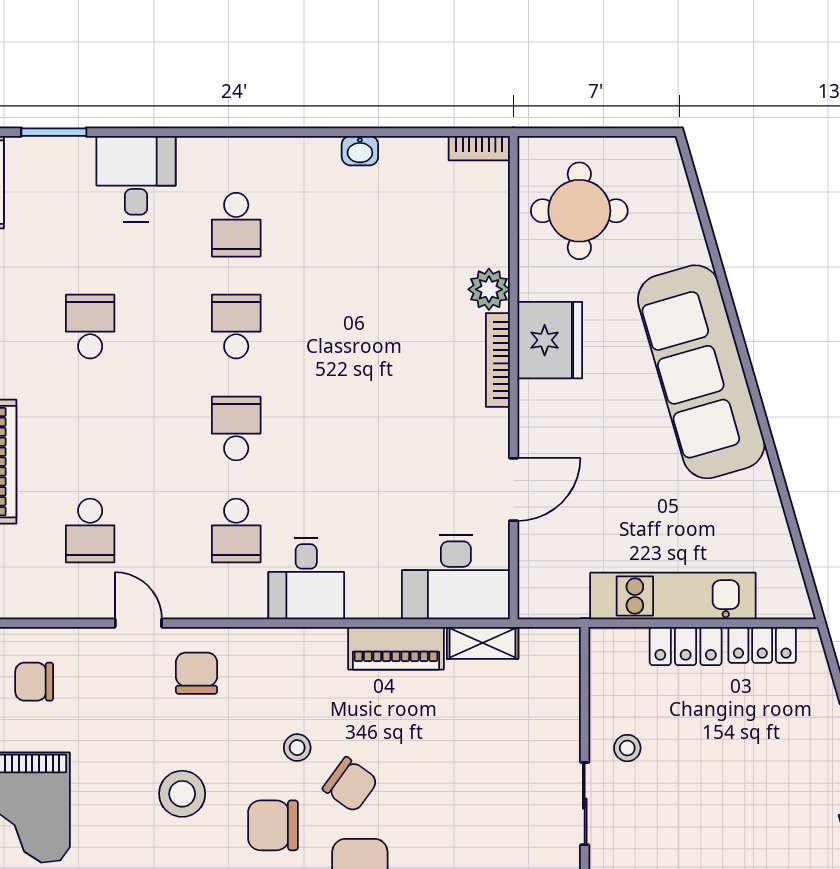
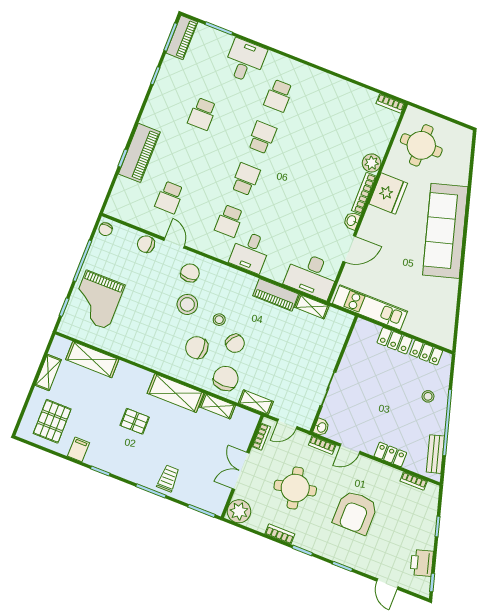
washbasin: (360, 151) -> (352, 221), moved, turned 90
school desk: (90, 327) -> (202, 114), turned 180
kitchen unit: (673, 596) -> (370, 307), moved
chair: (34, 682) -> (146, 244), moved
stool: (627, 748) -> (428, 396), moved
stool: (182, 794) -> (187, 304), moved

